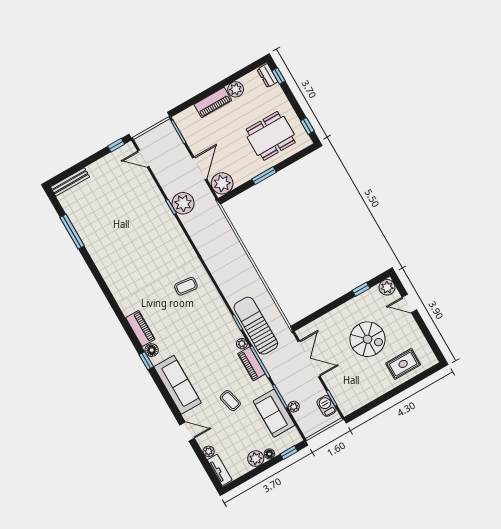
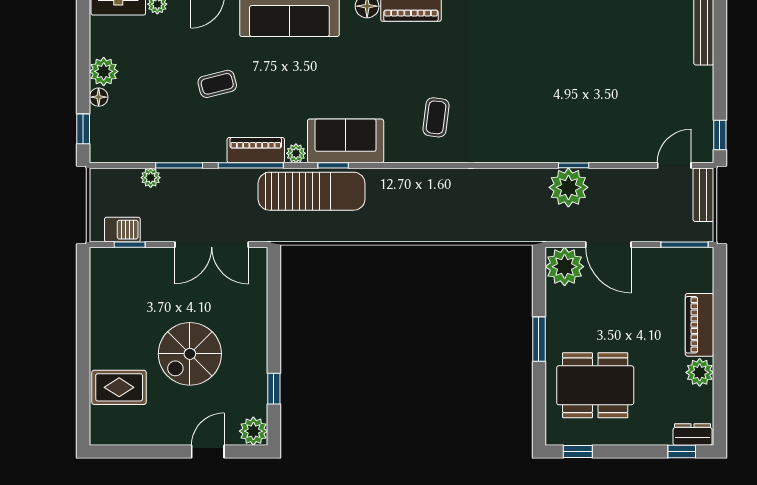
dining table: (271, 136) -> (595, 385), turned 90
bench: (149, 137) -> (703, 195), added
rug: (403, 364) -> (119, 387), turned 90
sofa: (274, 413) -> (346, 141), moved

